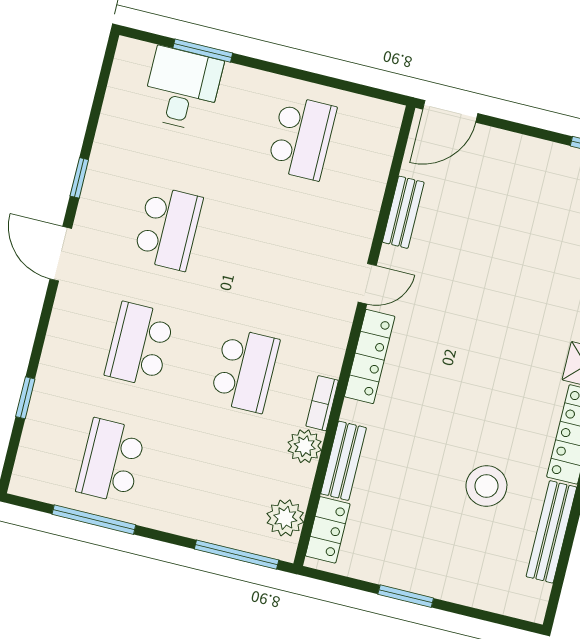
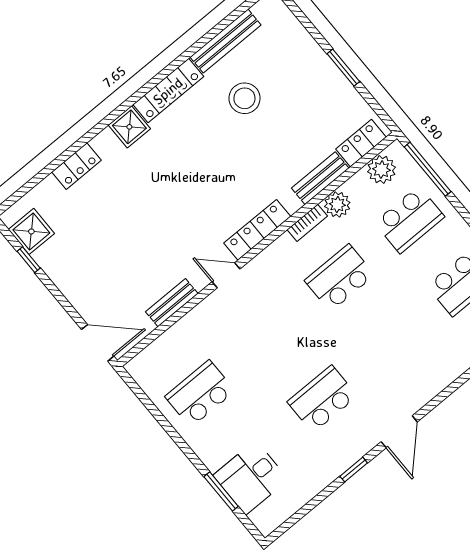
school desk: (140, 345) -> (409, 220), moved

